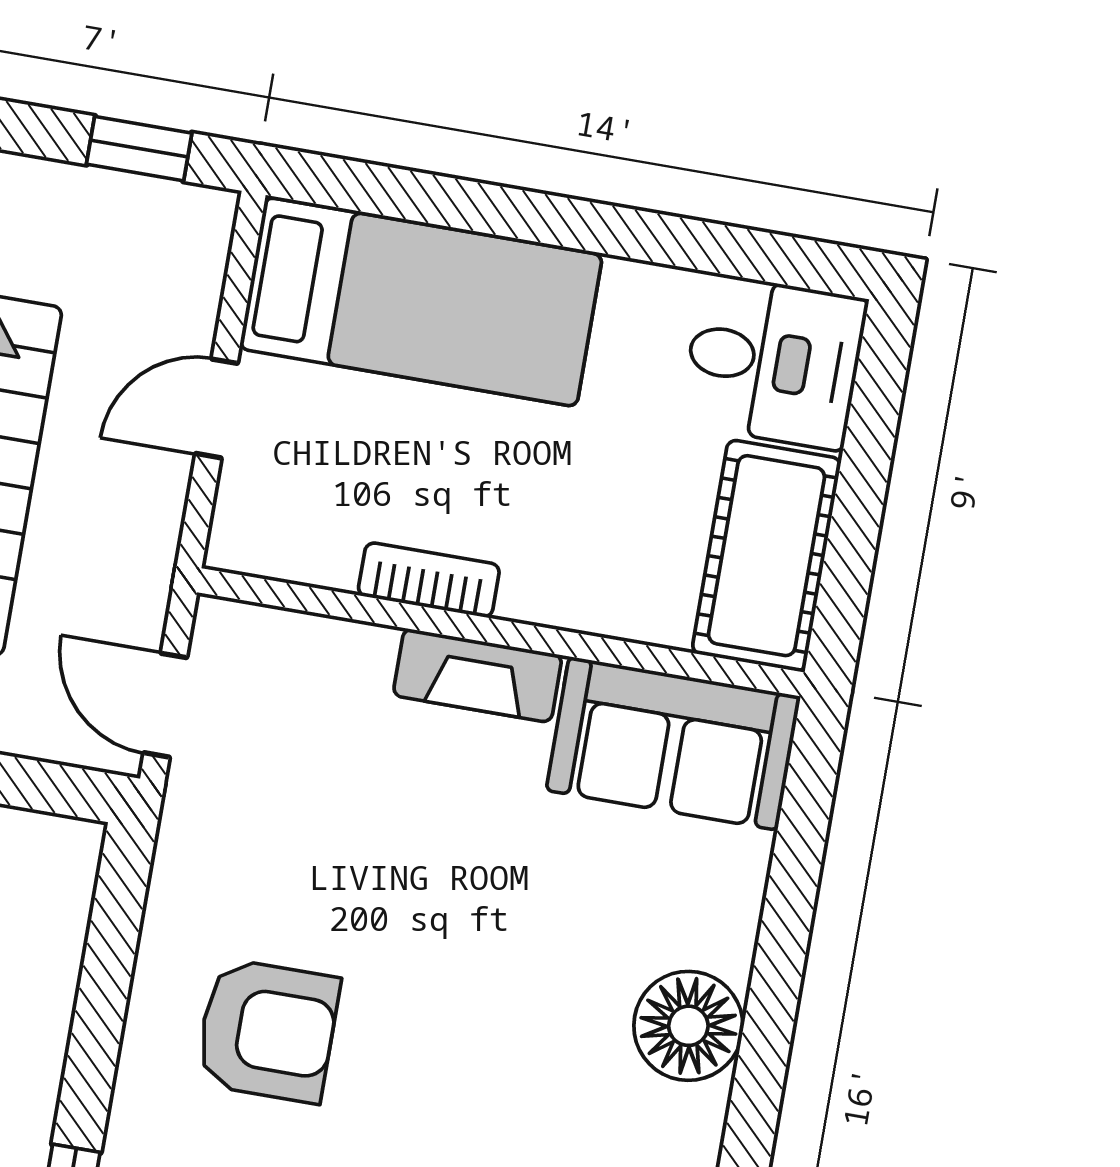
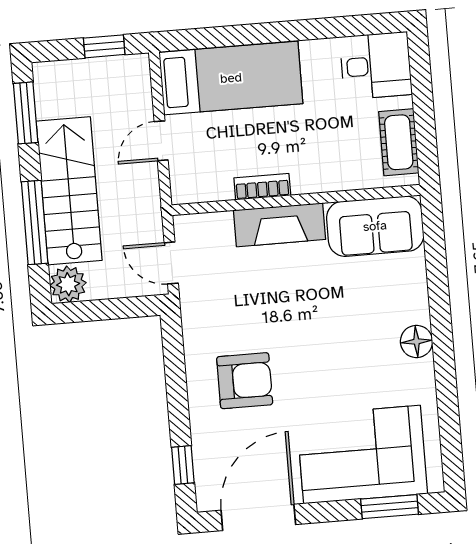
cot: (767, 556) -> (399, 142), width x0.73, depth x0.75
fireplace: (478, 675) -> (280, 225), width x1.37, depth x1.32
floor lamp: (688, 1026) -> (416, 341), width x0.73, depth x0.73

